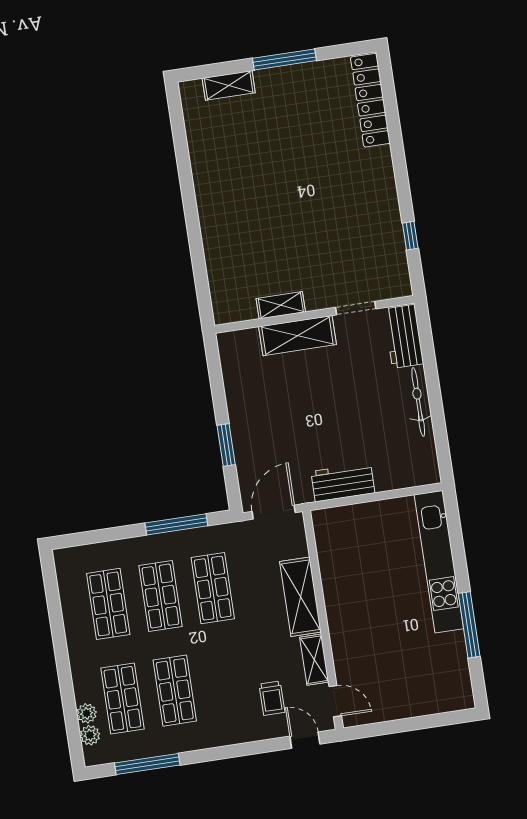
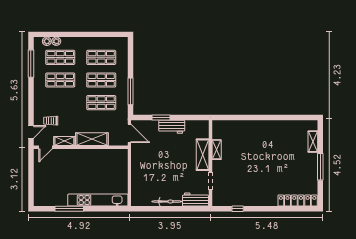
workbench: (343, 482) -> (172, 127), moved, turned 90

